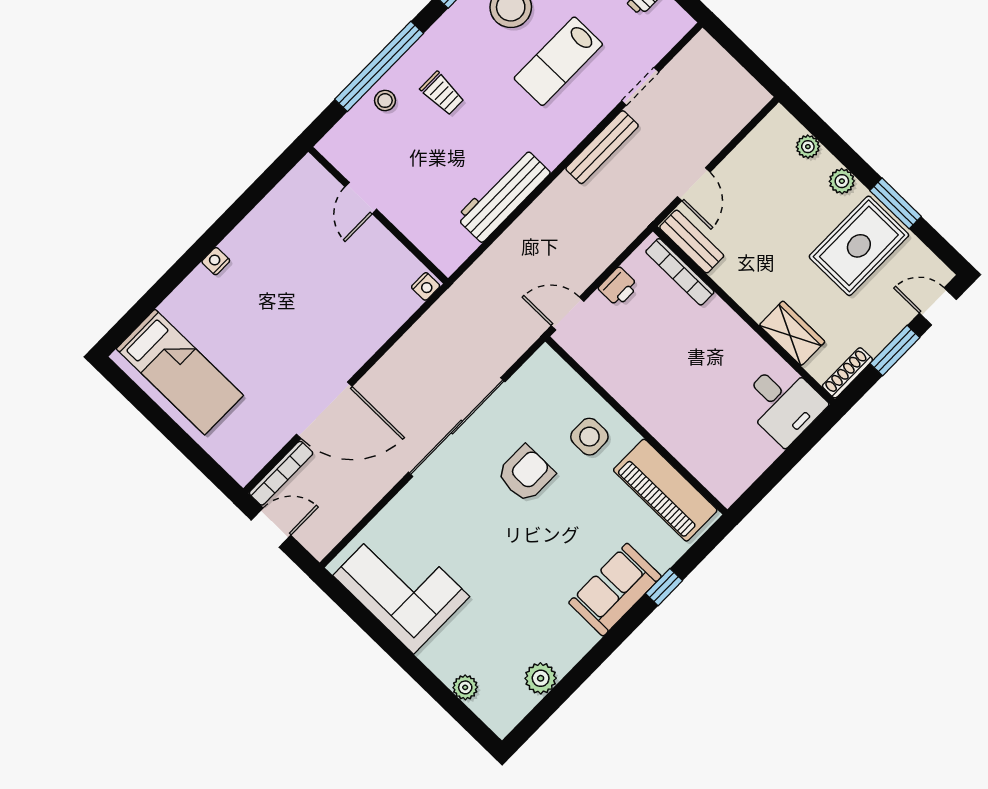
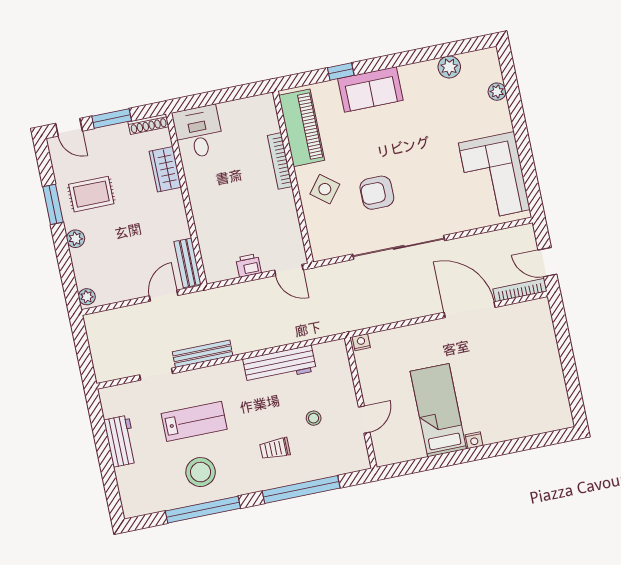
trolley: (442, 93) -> (275, 449), turned -90
stool: (385, 101) -> (314, 418), moved
plant: (808, 147) -> (87, 297), moved
rug: (859, 246) -> (91, 194), width x0.73, depth x0.70
bookcase: (680, 272) -> (280, 161), moved, turned 180
bed: (180, 372) -> (438, 410), moved
side table: (589, 437) -> (325, 189), turned 38

